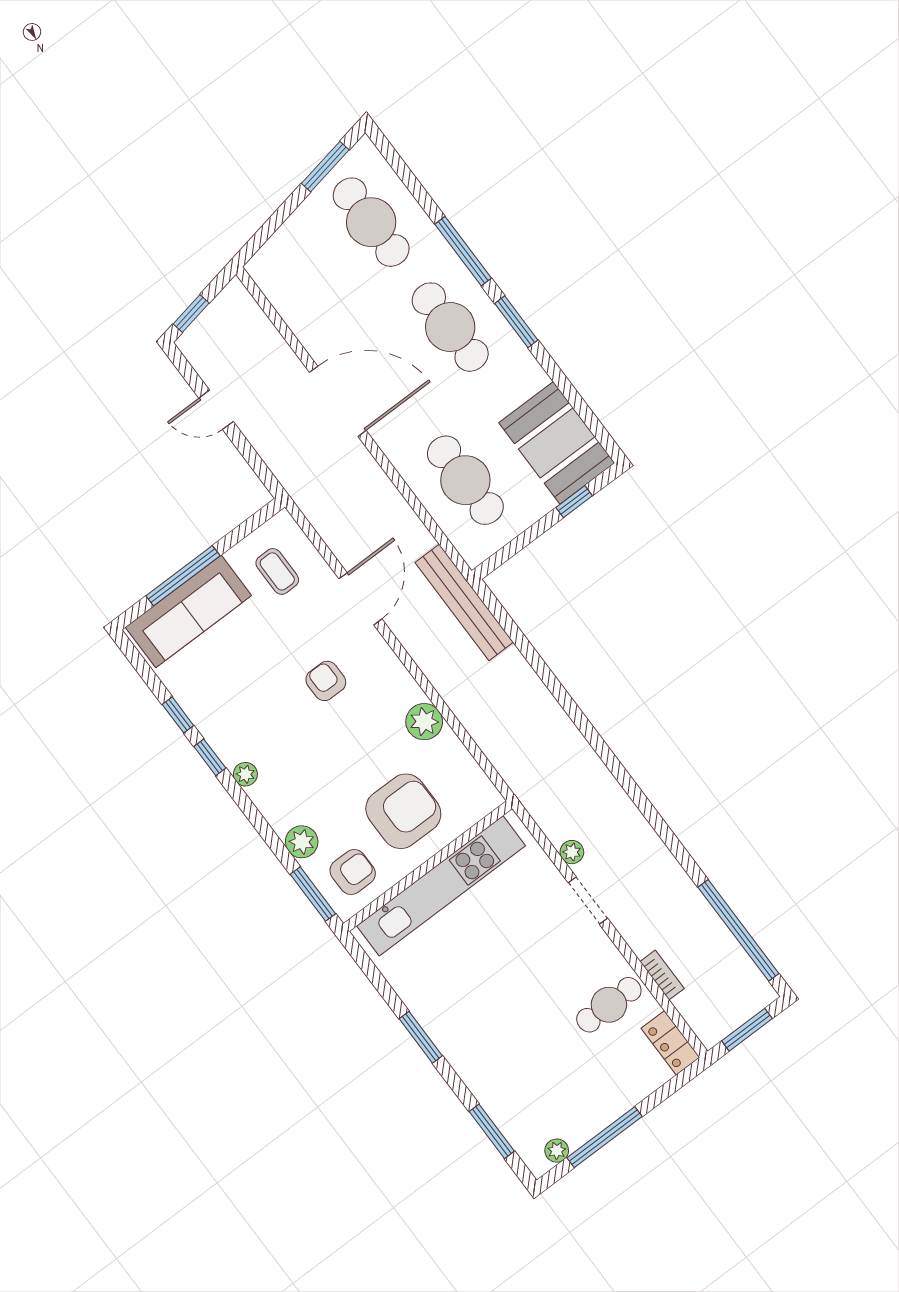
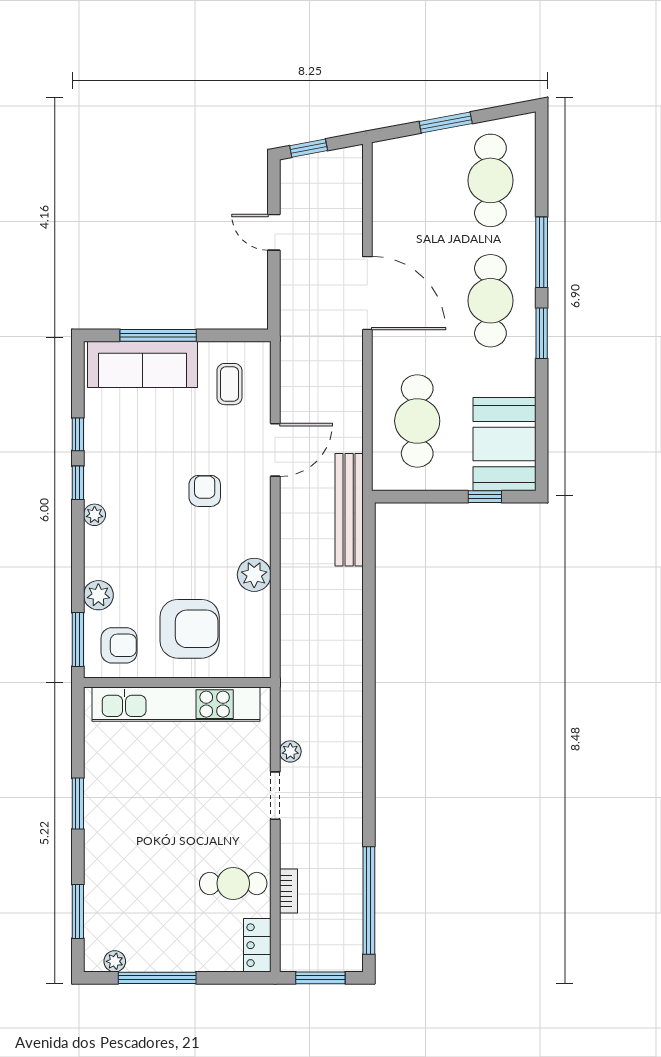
window: (325, 167) -> (446, 122), moved

